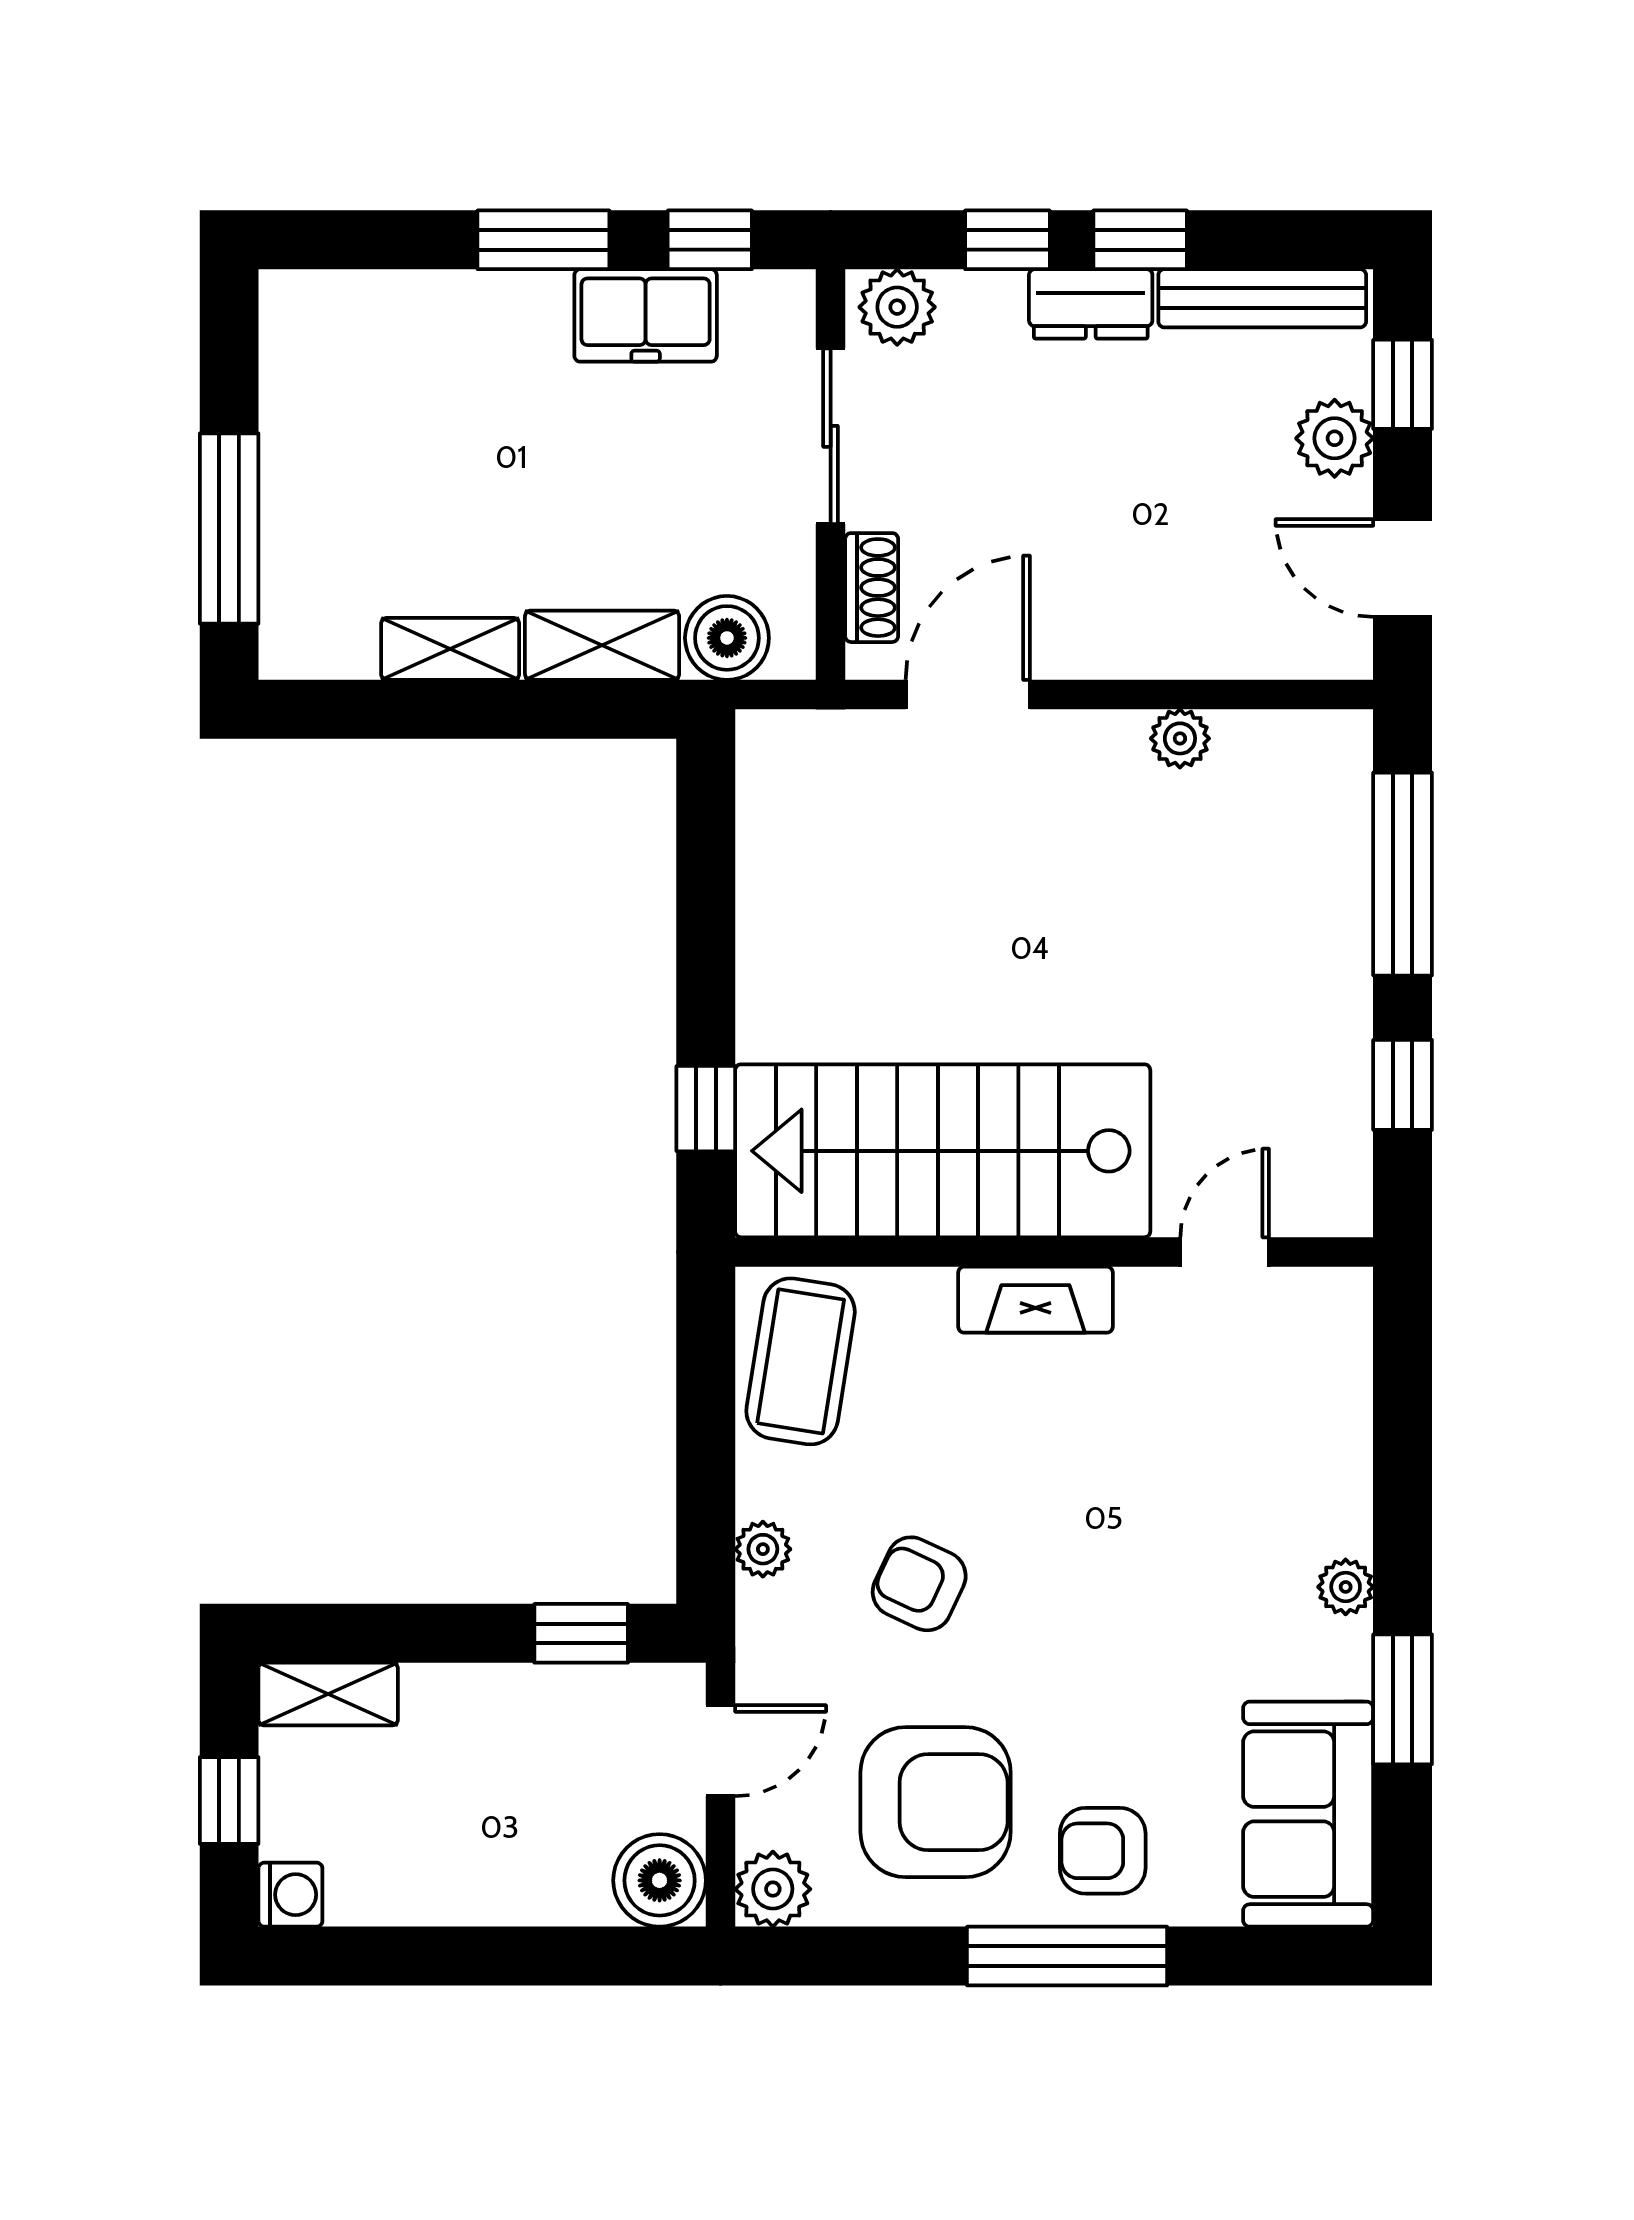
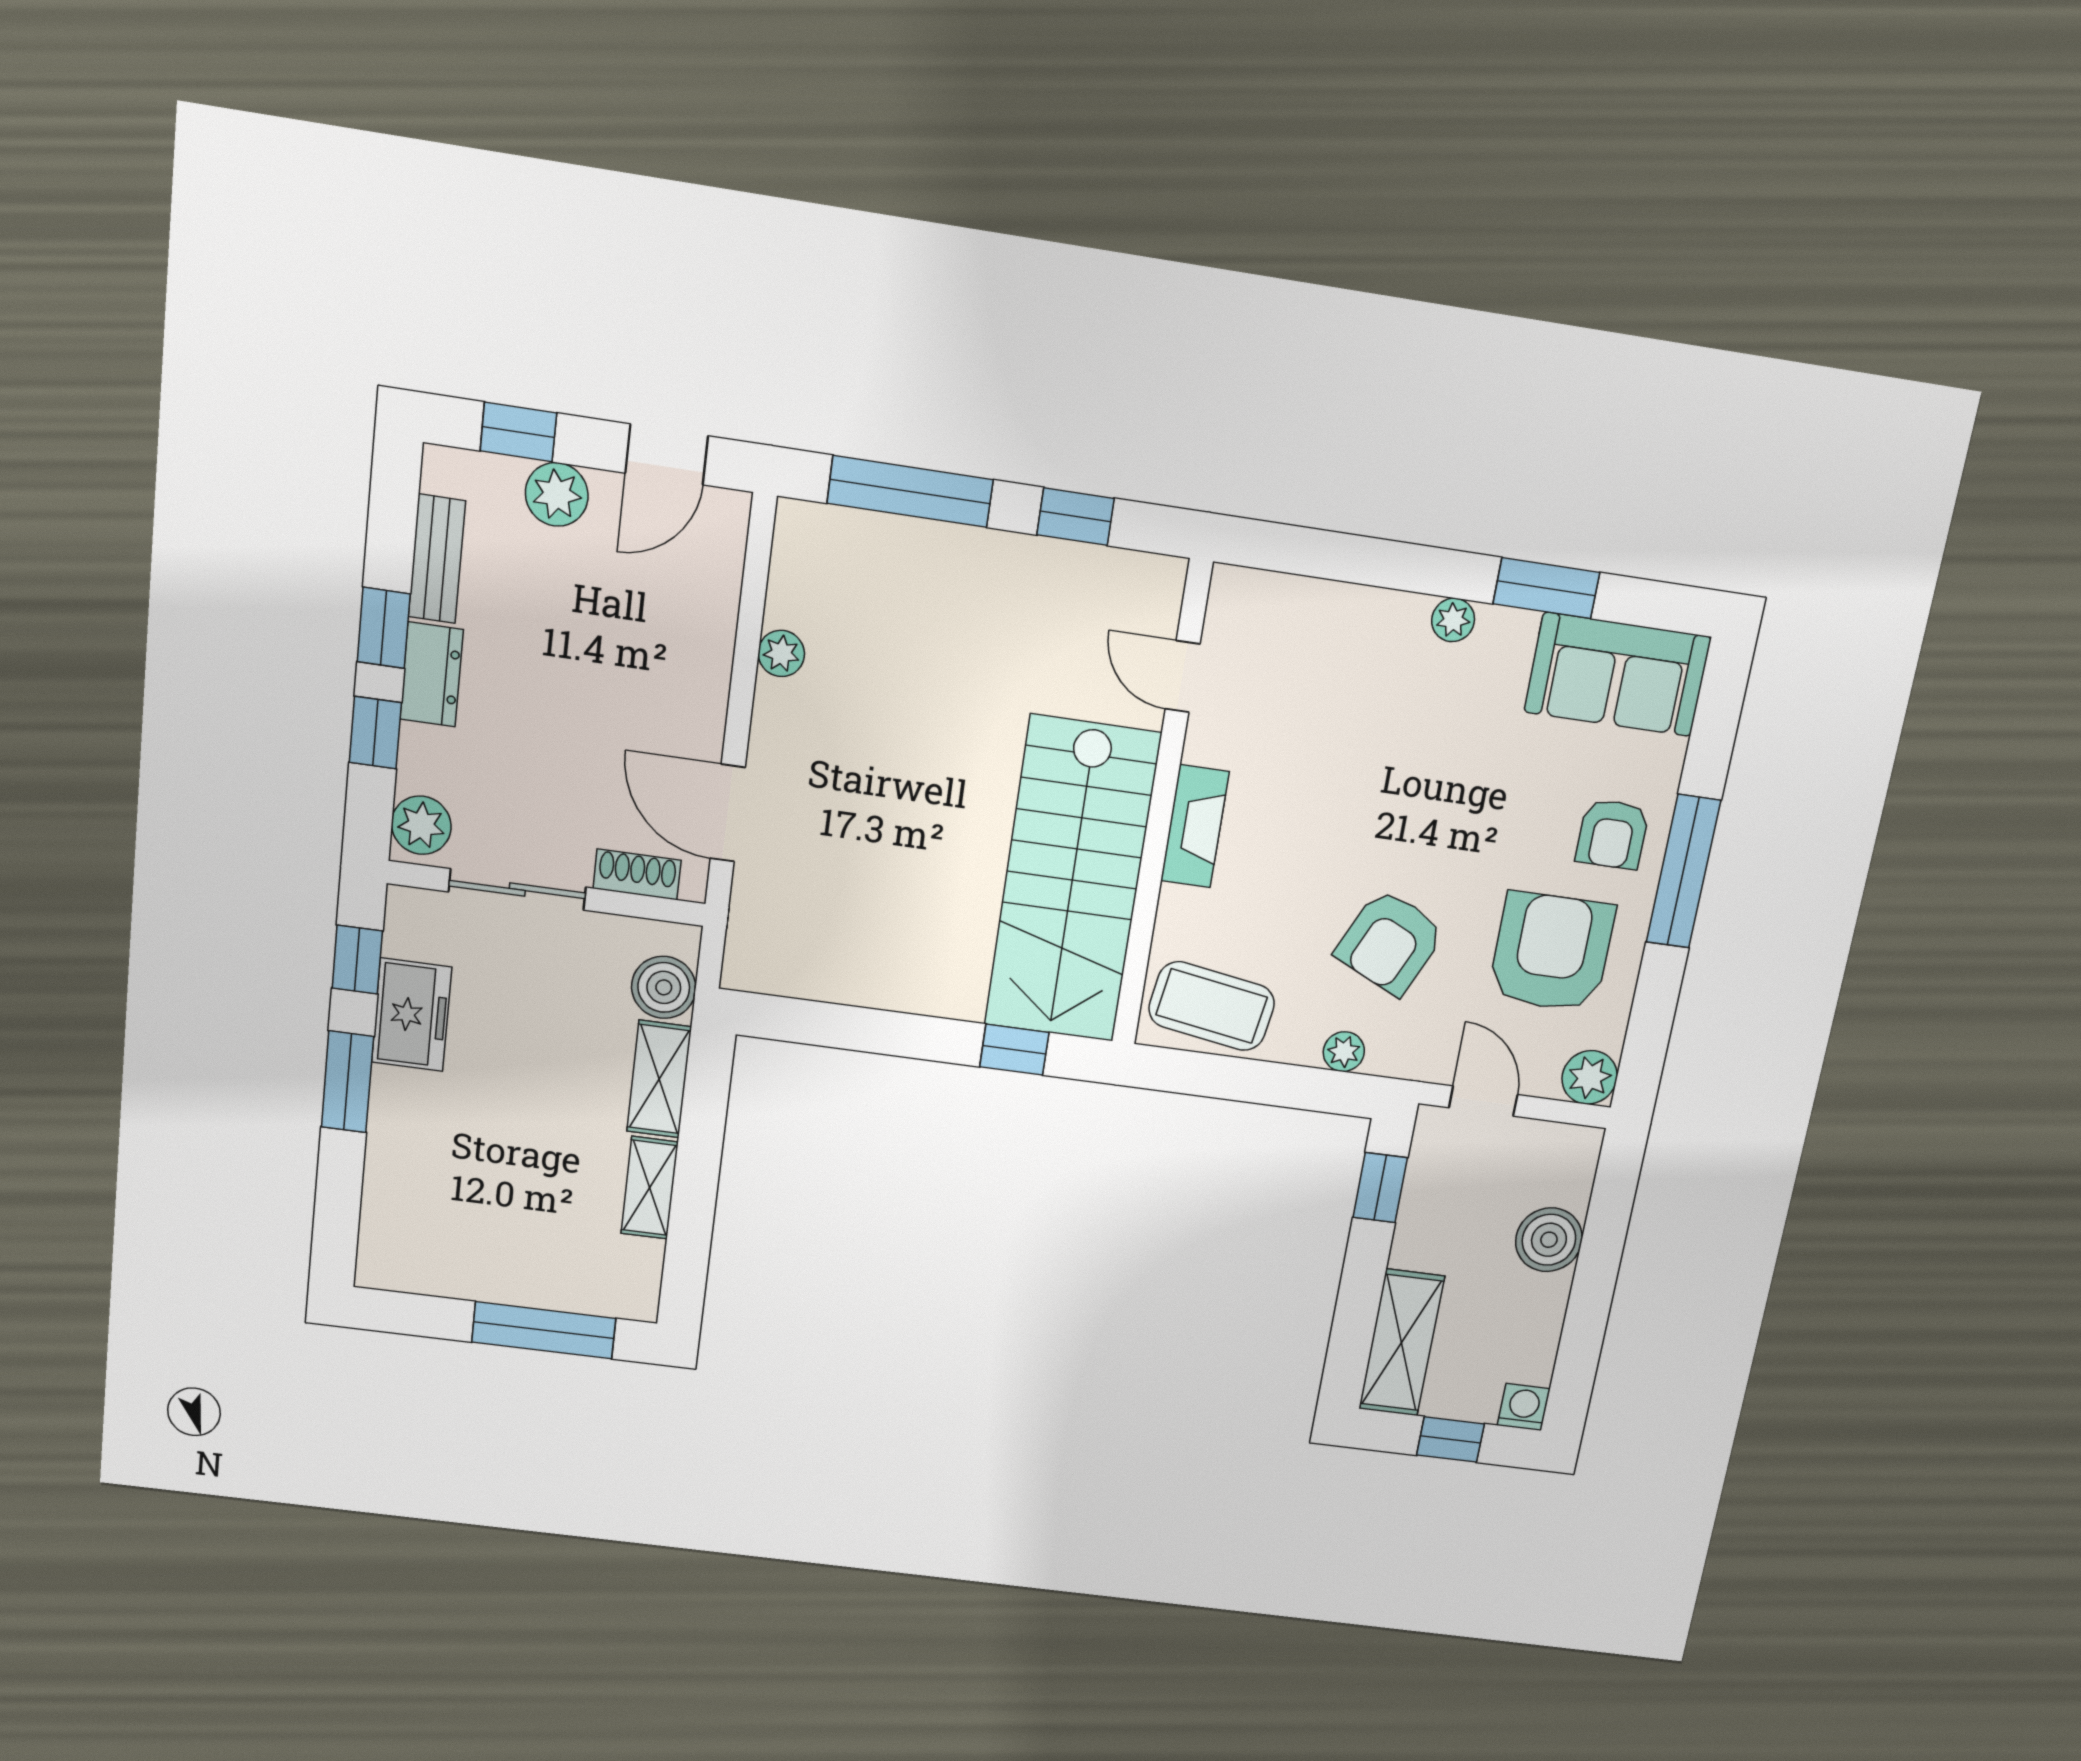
bench: (1262, 298) -> (437, 559), width x0.73
armchair: (919, 1584) -> (1390, 942), width x1.38, depth x1.38
shelving: (328, 1694) -> (1402, 1343), width x1.50, depth x1.33
boiler: (660, 1880) -> (1549, 1240), moved

